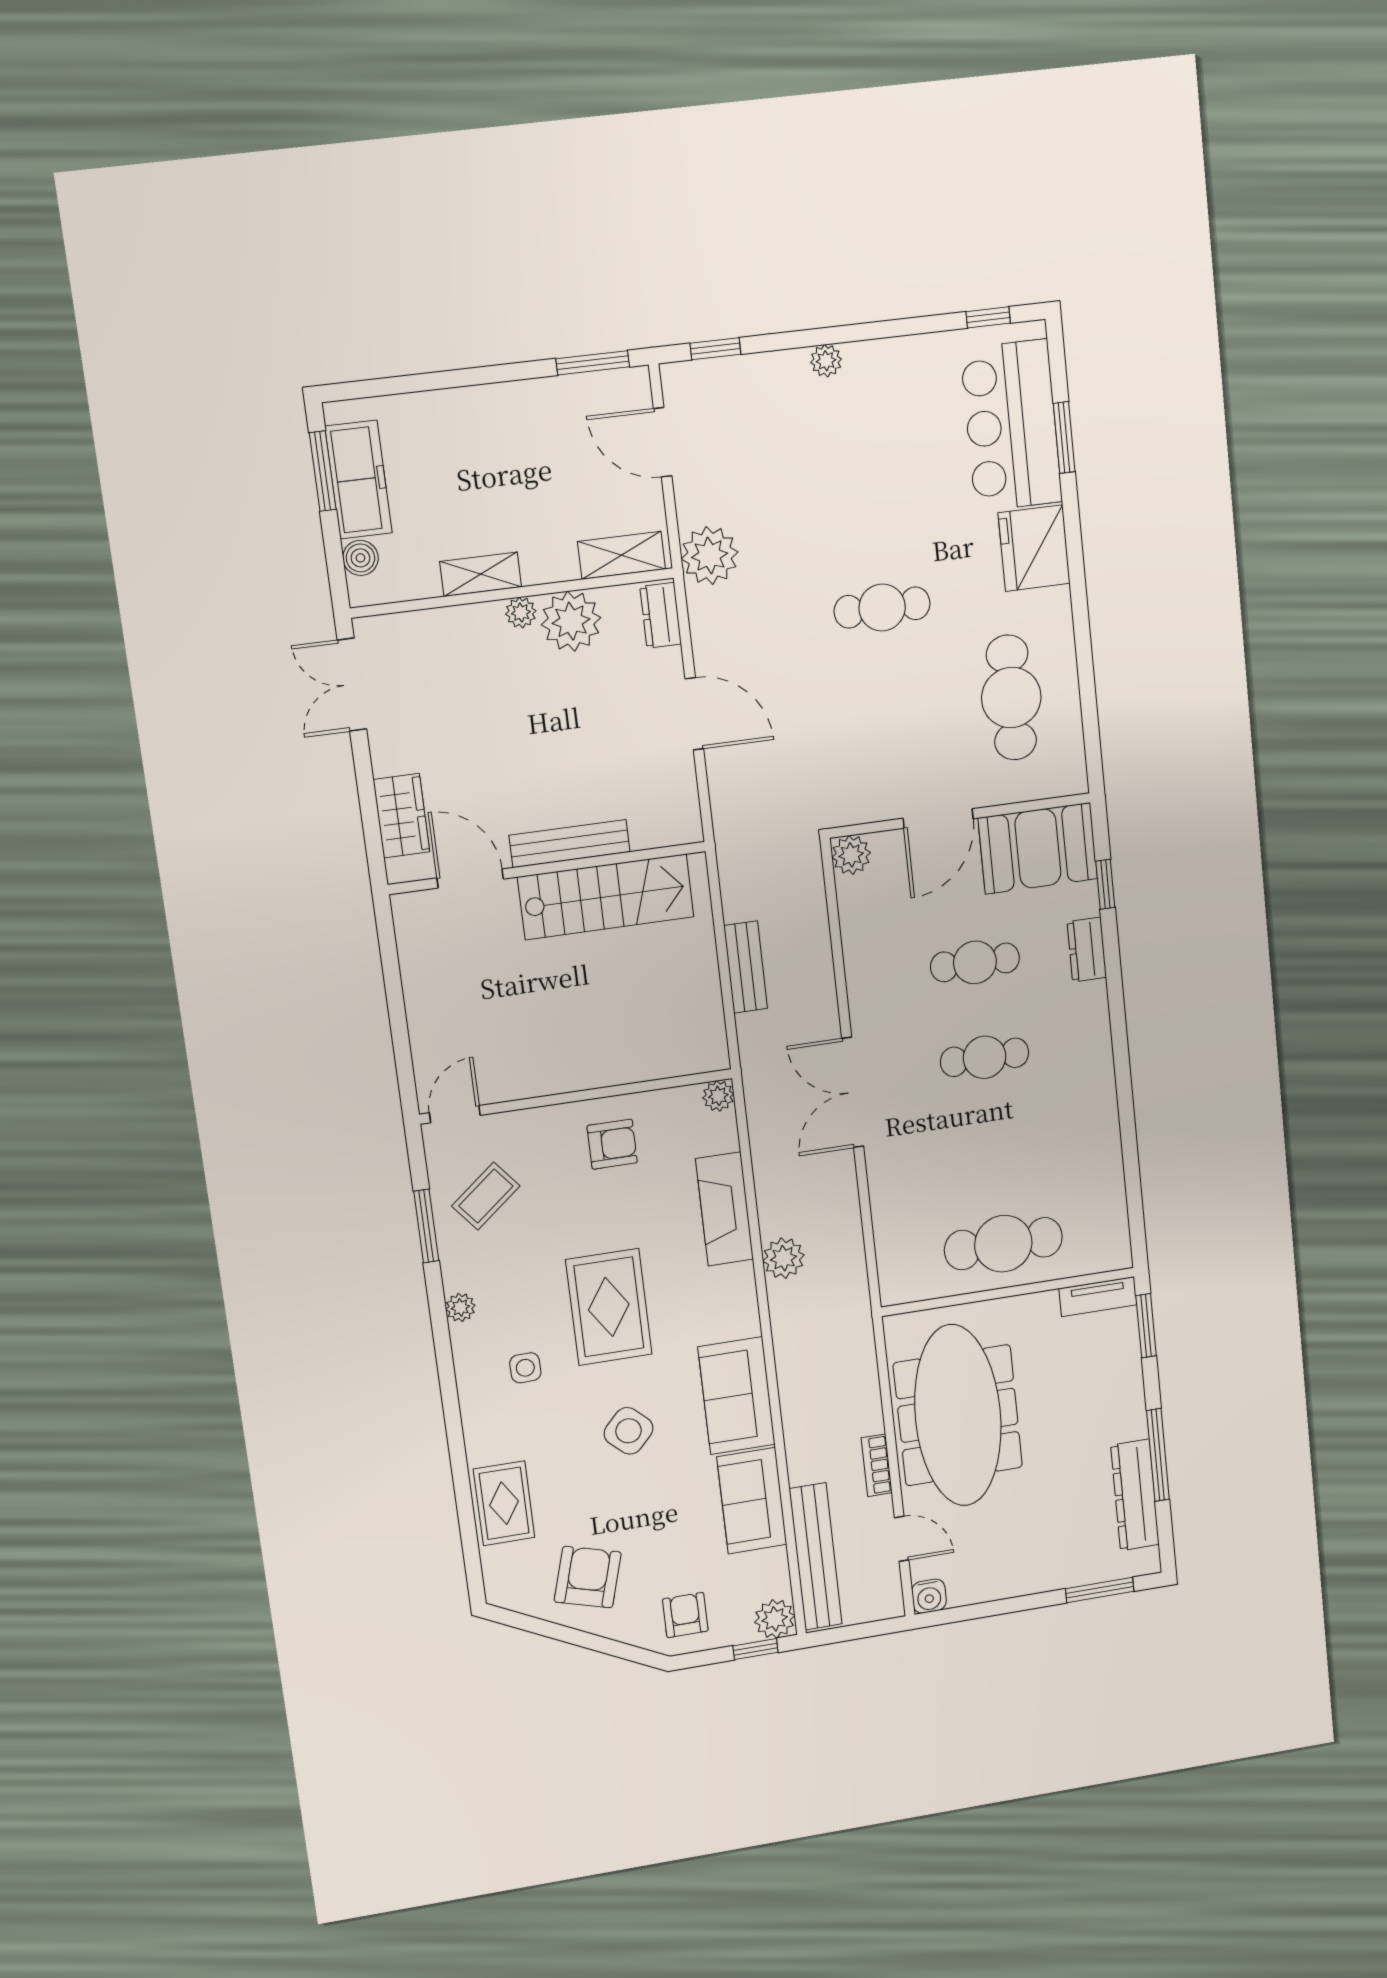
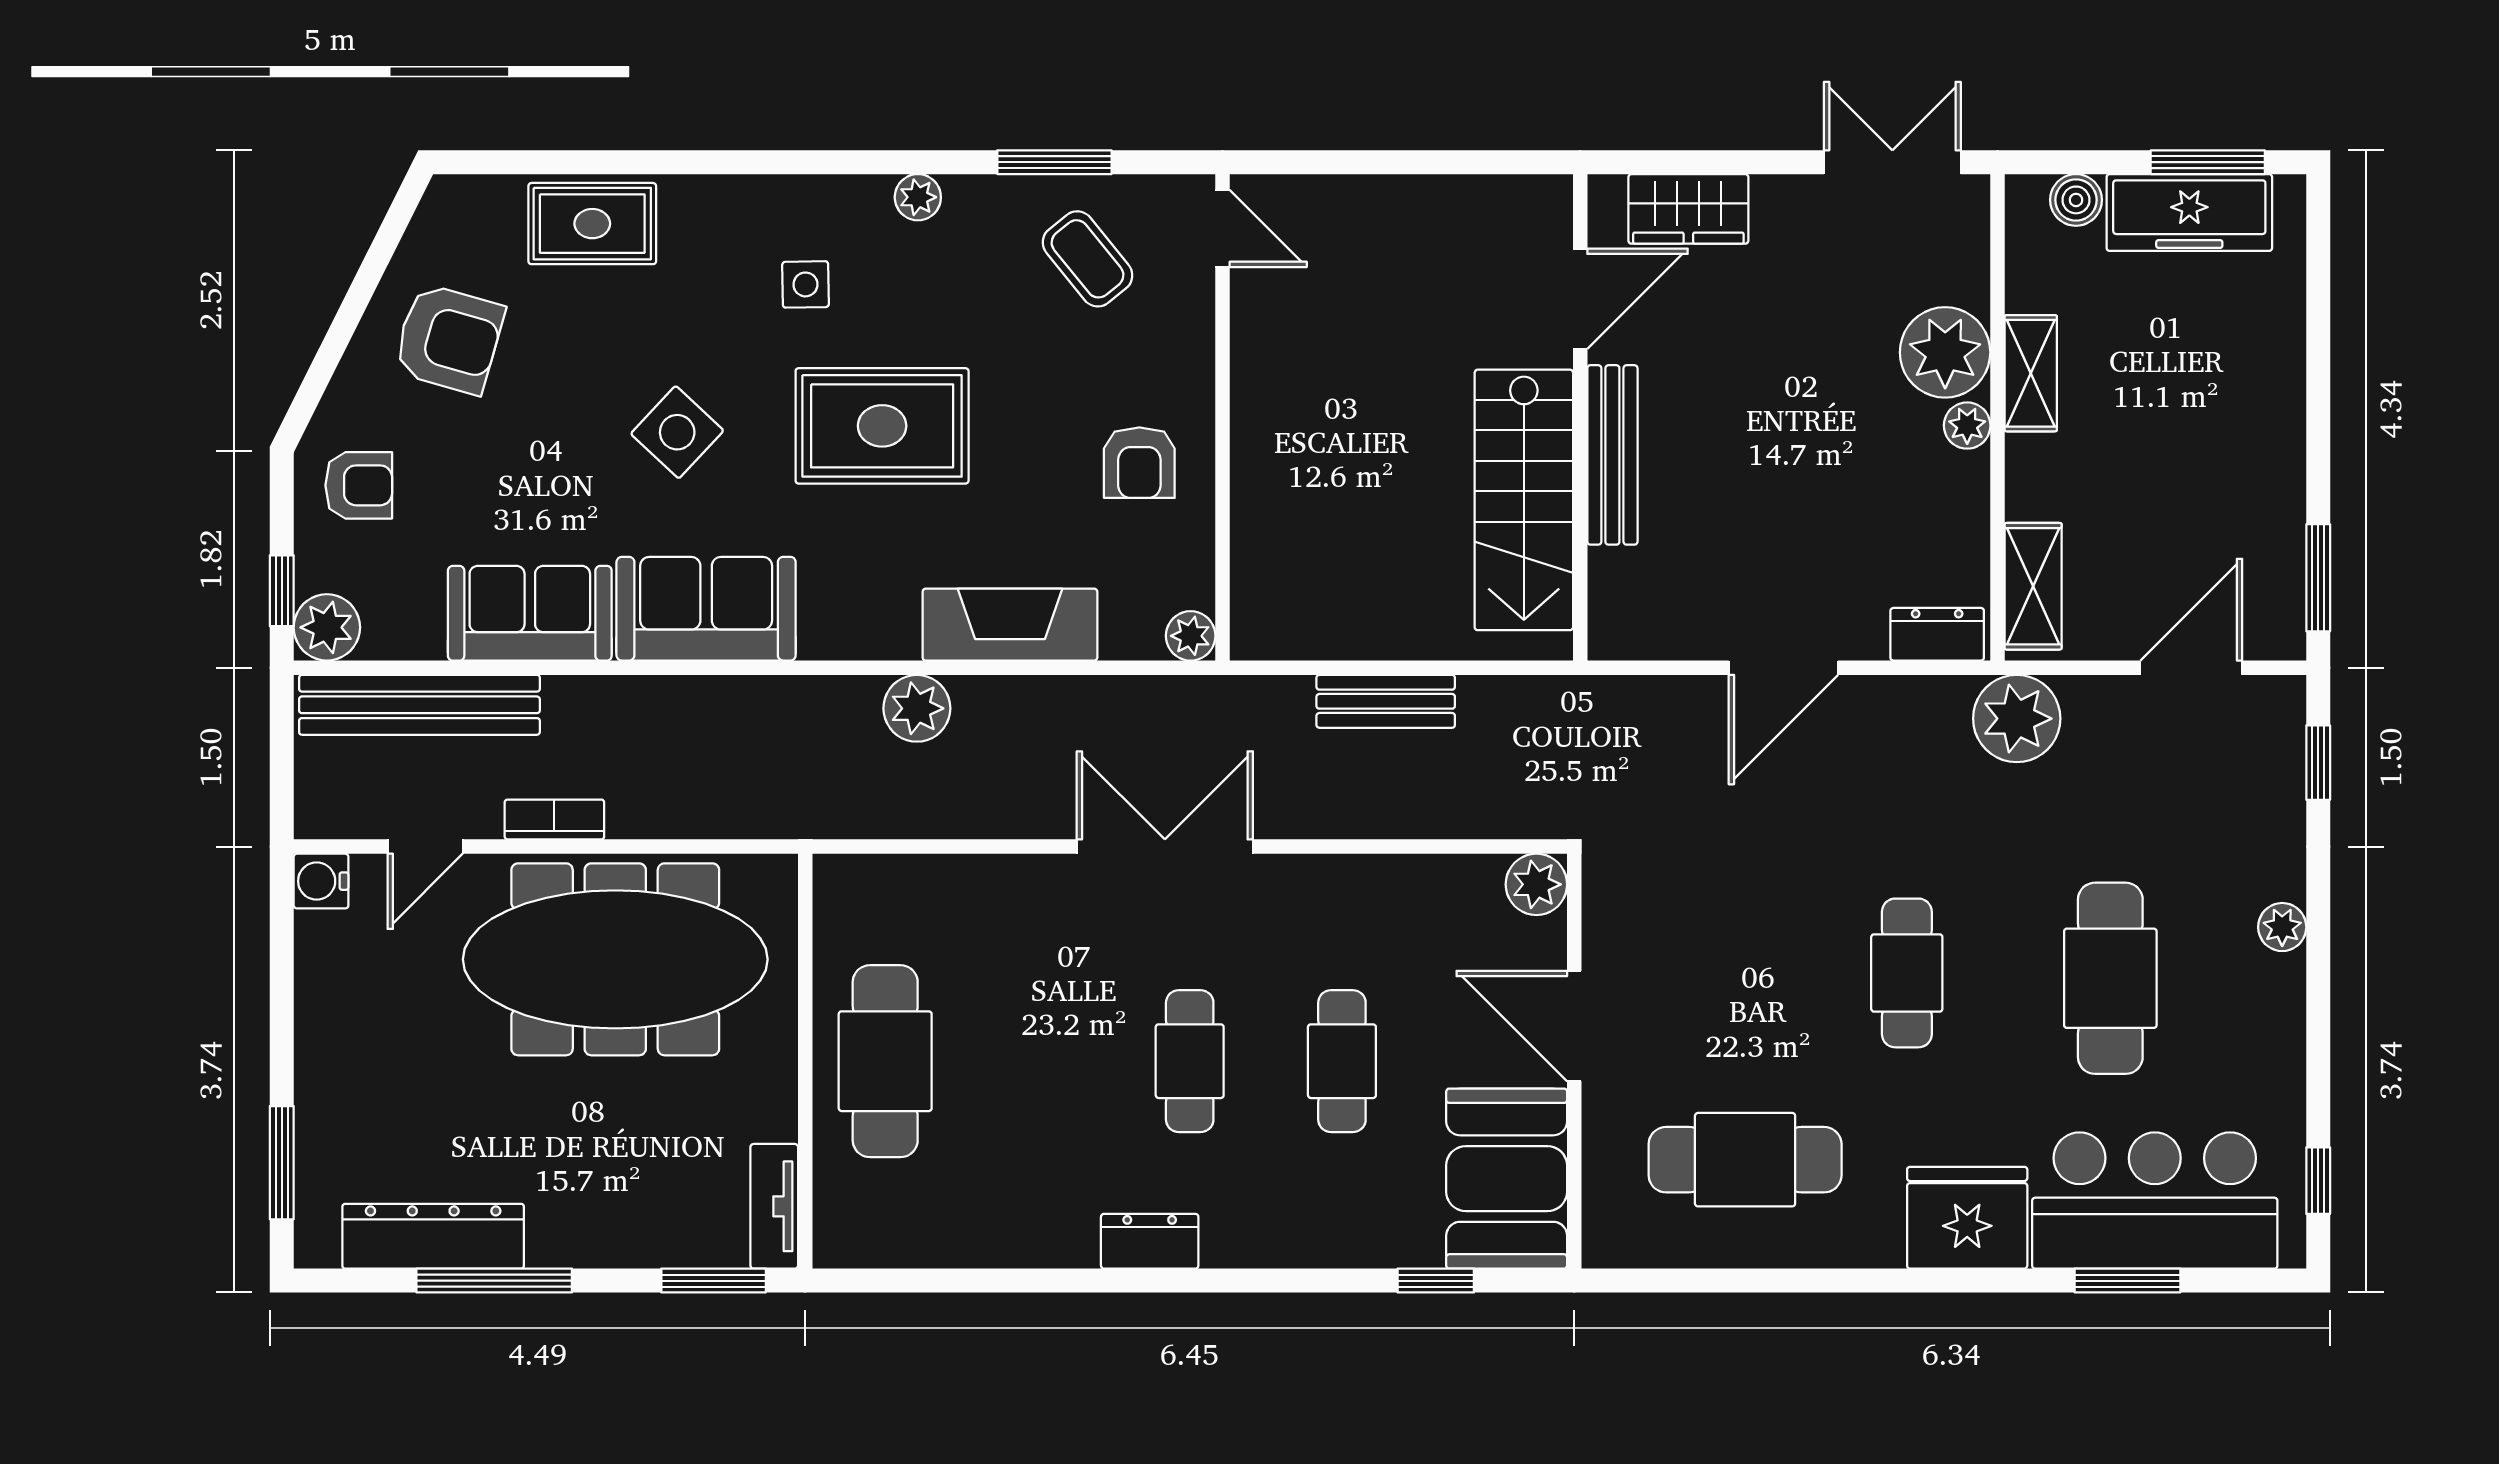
cafe table: (871, 472) -> (2110, 978), added
plant: (571, 621) -> (1945, 352), moved
dresser: (1087, 950) -> (1150, 1241), moved

